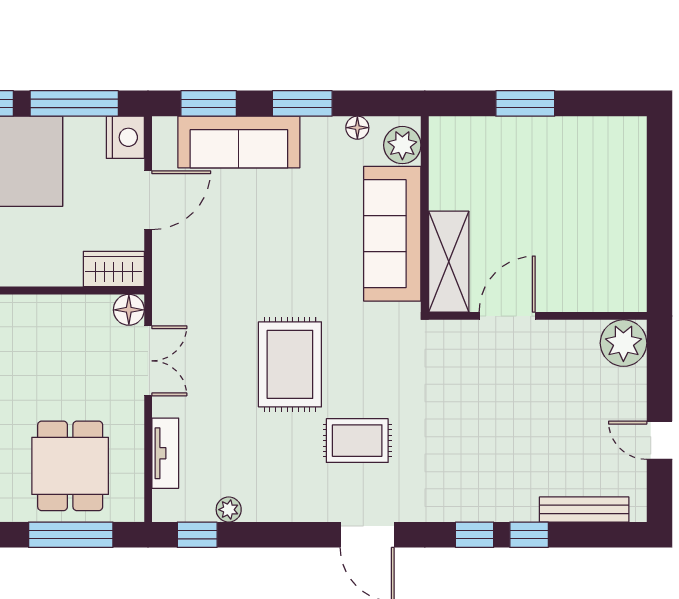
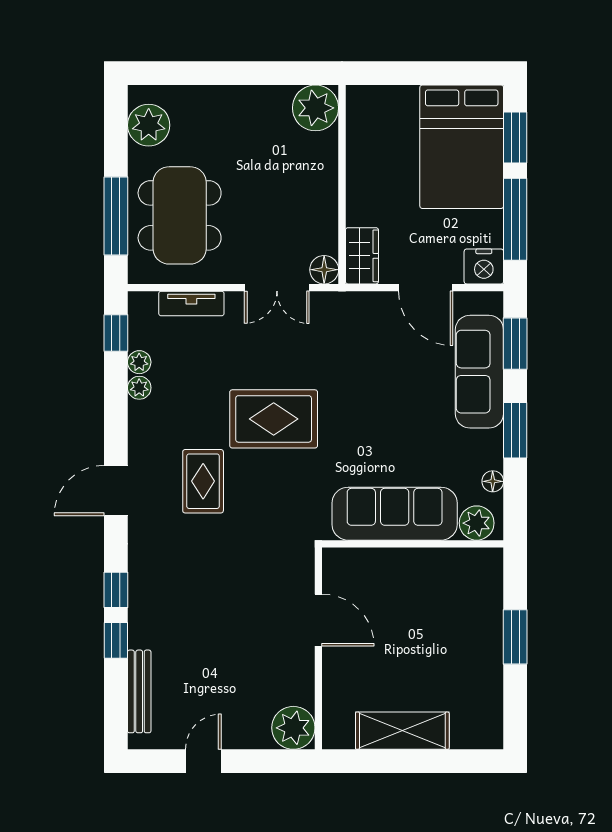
shelving: (449, 262) -> (402, 731), moved
dining table: (70, 466) -> (180, 215), width x1.38
plant: (256, 509) -> (139, 388), added

